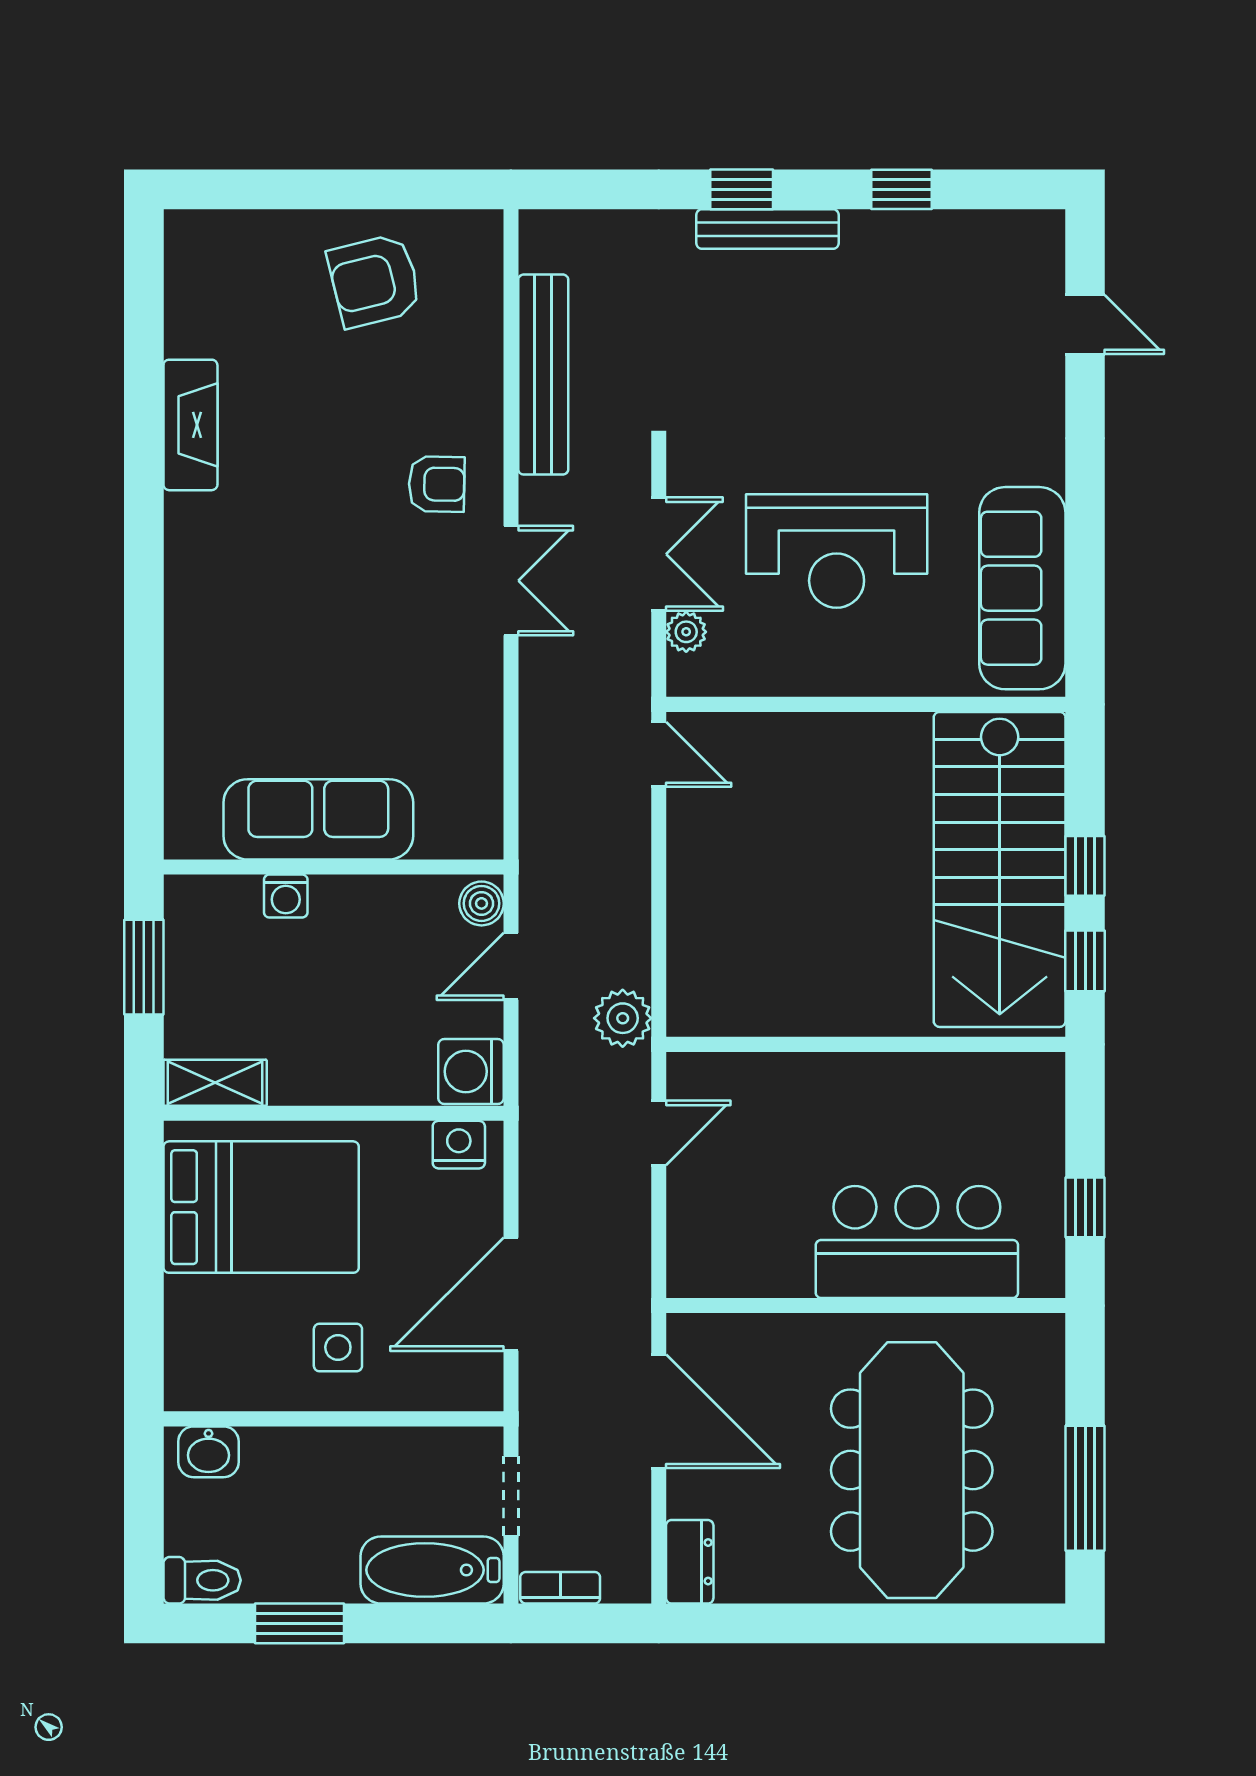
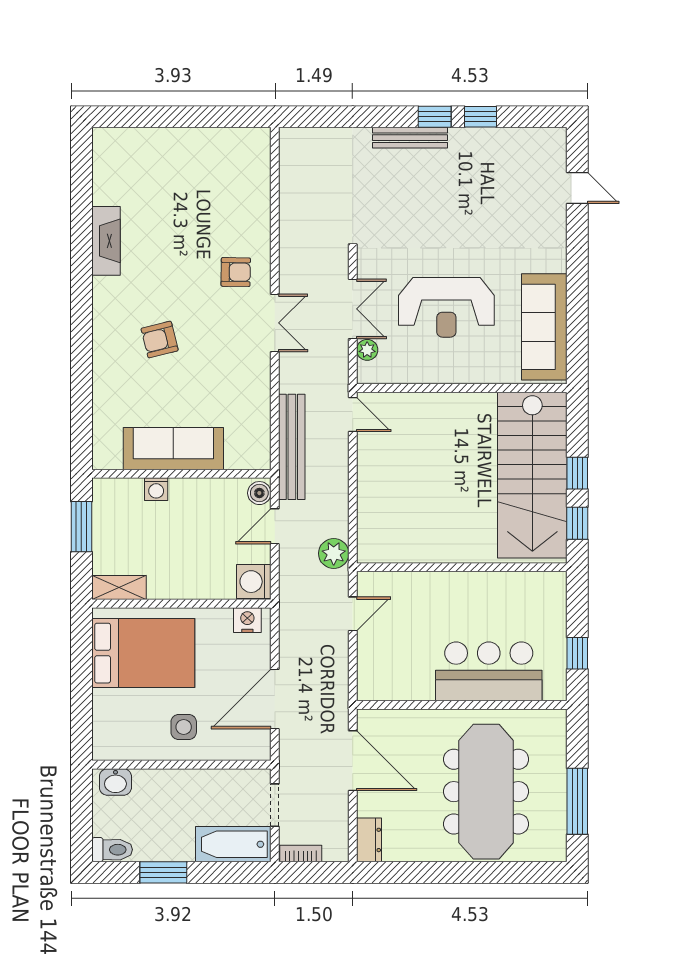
window: (742, 189) -> (435, 117), moved
armchair: (375, 281) -> (160, 340), moved, width x0.72, depth x0.72
bench: (543, 375) -> (292, 447), moved

